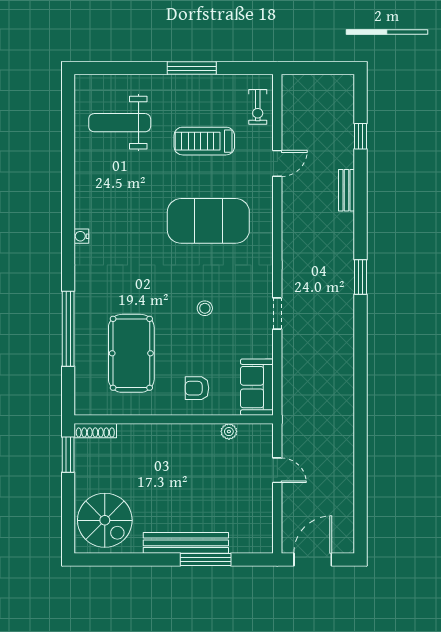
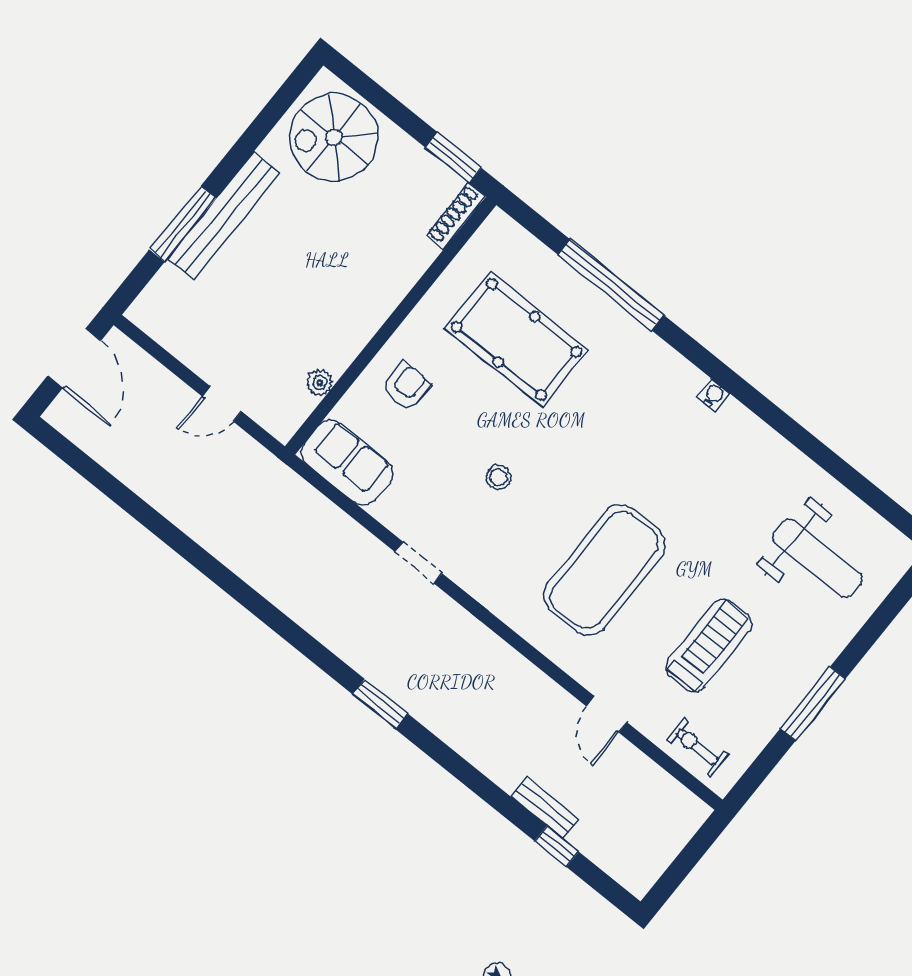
weight bench: (120, 123) -> (817, 558), turned 90
bench: (347, 190) -> (545, 808), moved

